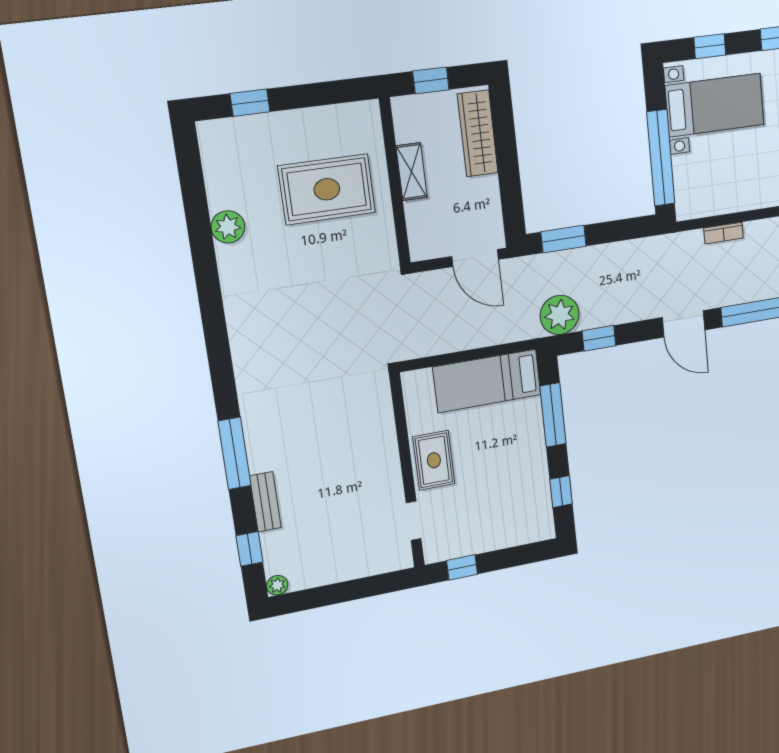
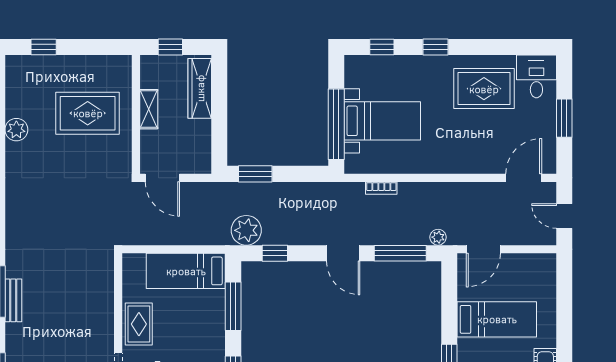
bed with nightstands: (715, 105) -> (382, 121), moved
door: (475, 258) -> (162, 178), moved
bench: (265, 502) -> (13, 300), moved

